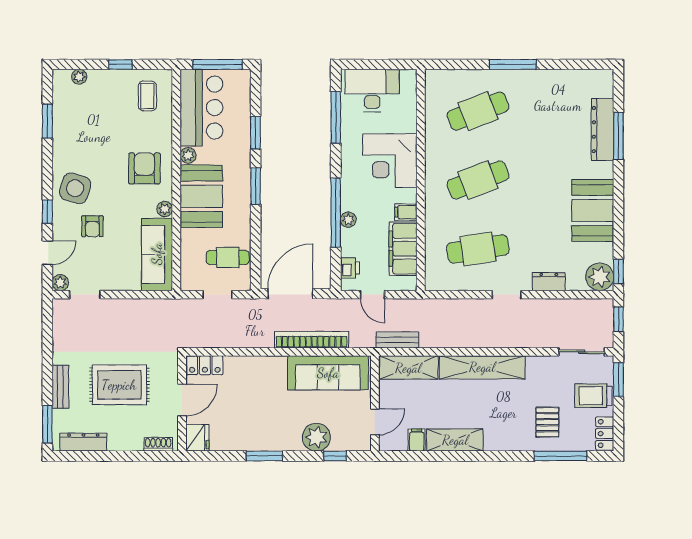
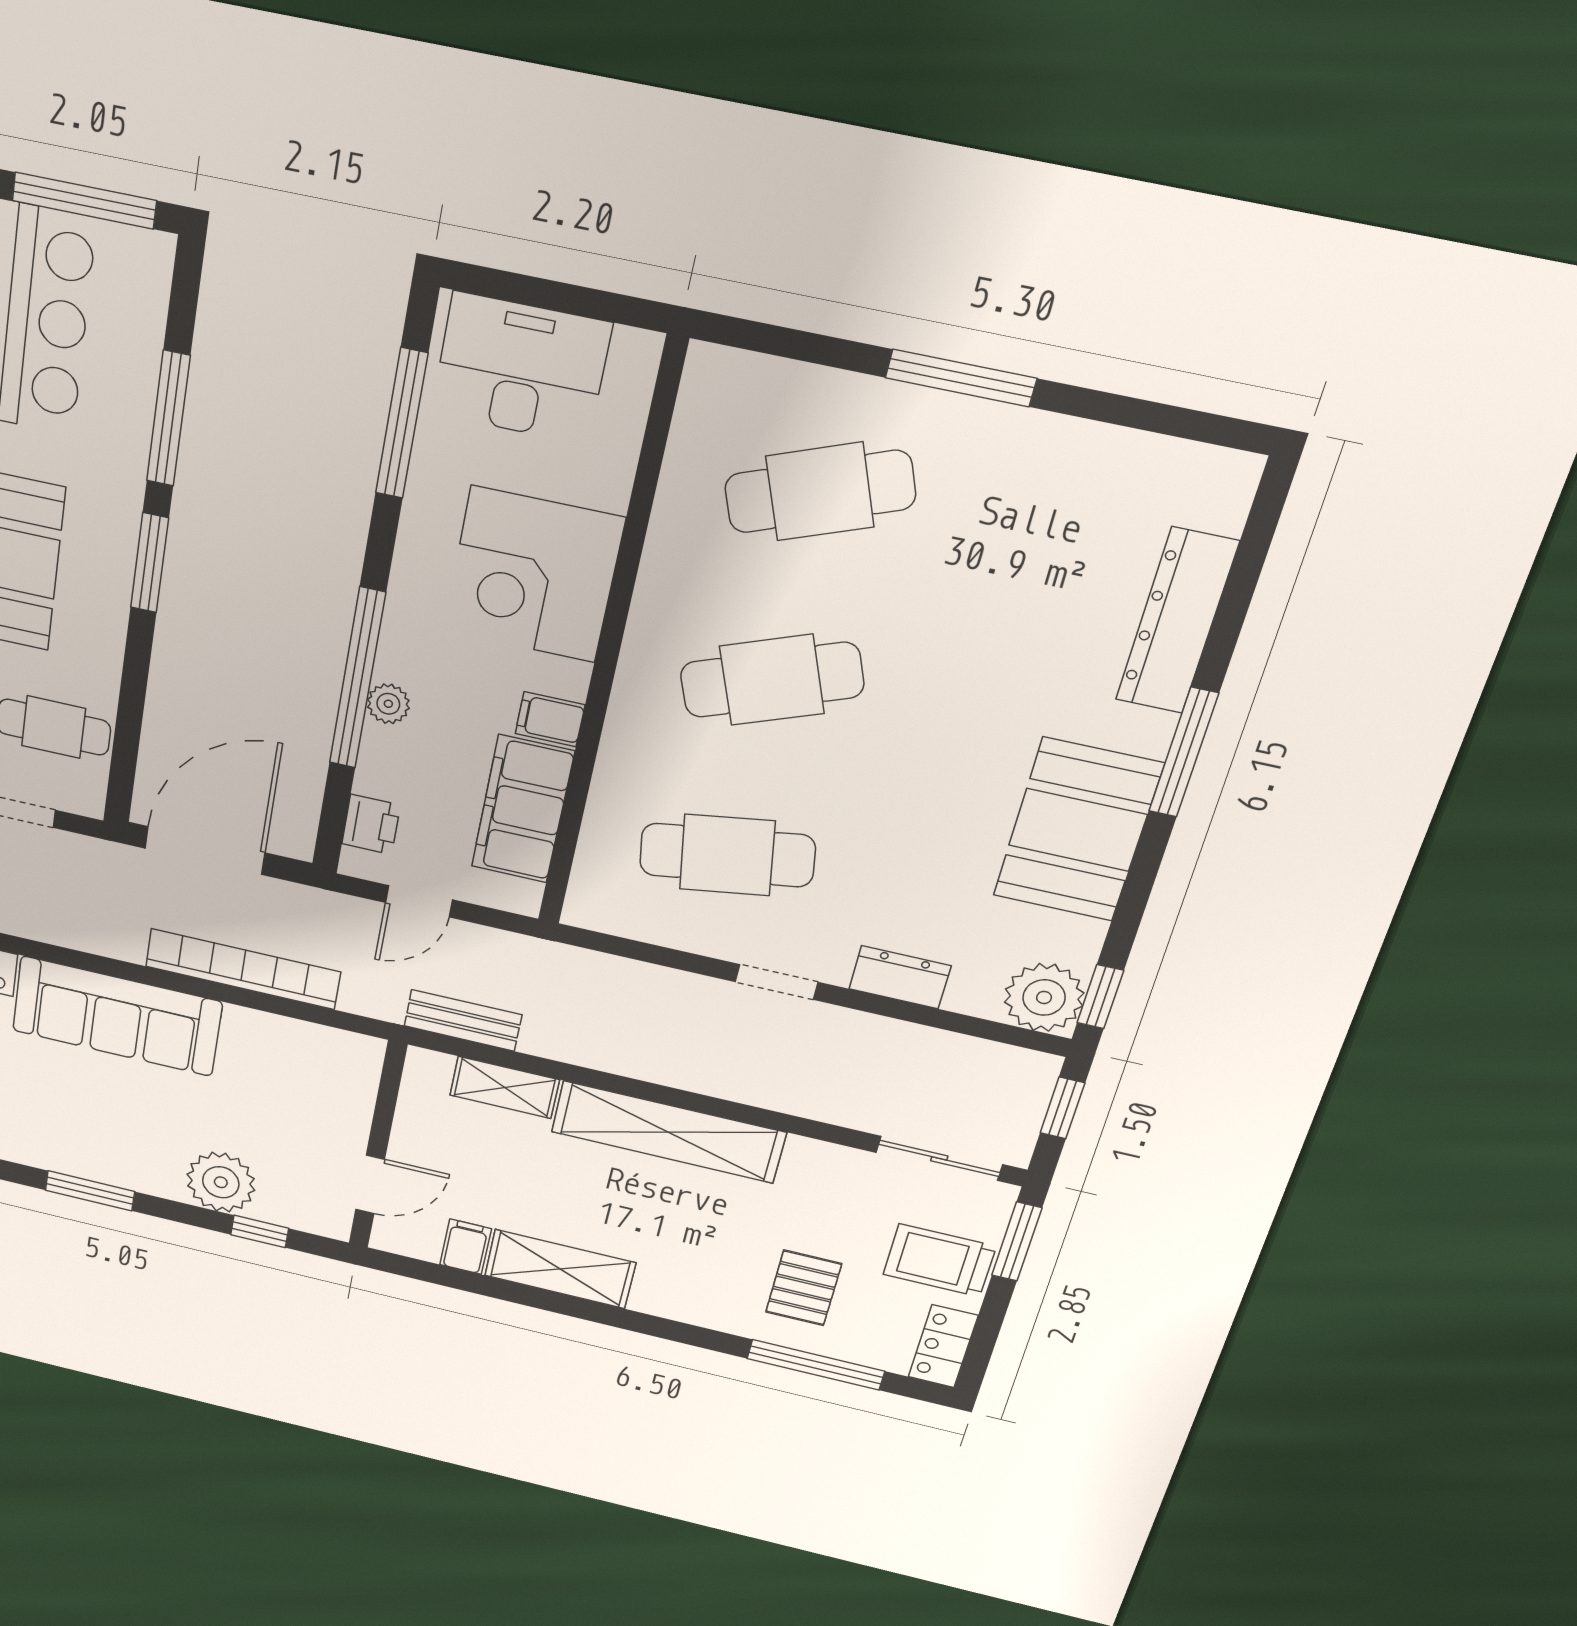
window: (256, 133) -> (168, 419), width x1.44
window: (618, 136) -> (1184, 753), moved
door: (373, 295) -> (419, 901), hinge flipped
shelving: (408, 368) -> (505, 1087), width x0.67, depth x0.75
sofa: (328, 373) -> (117, 1016), moved

